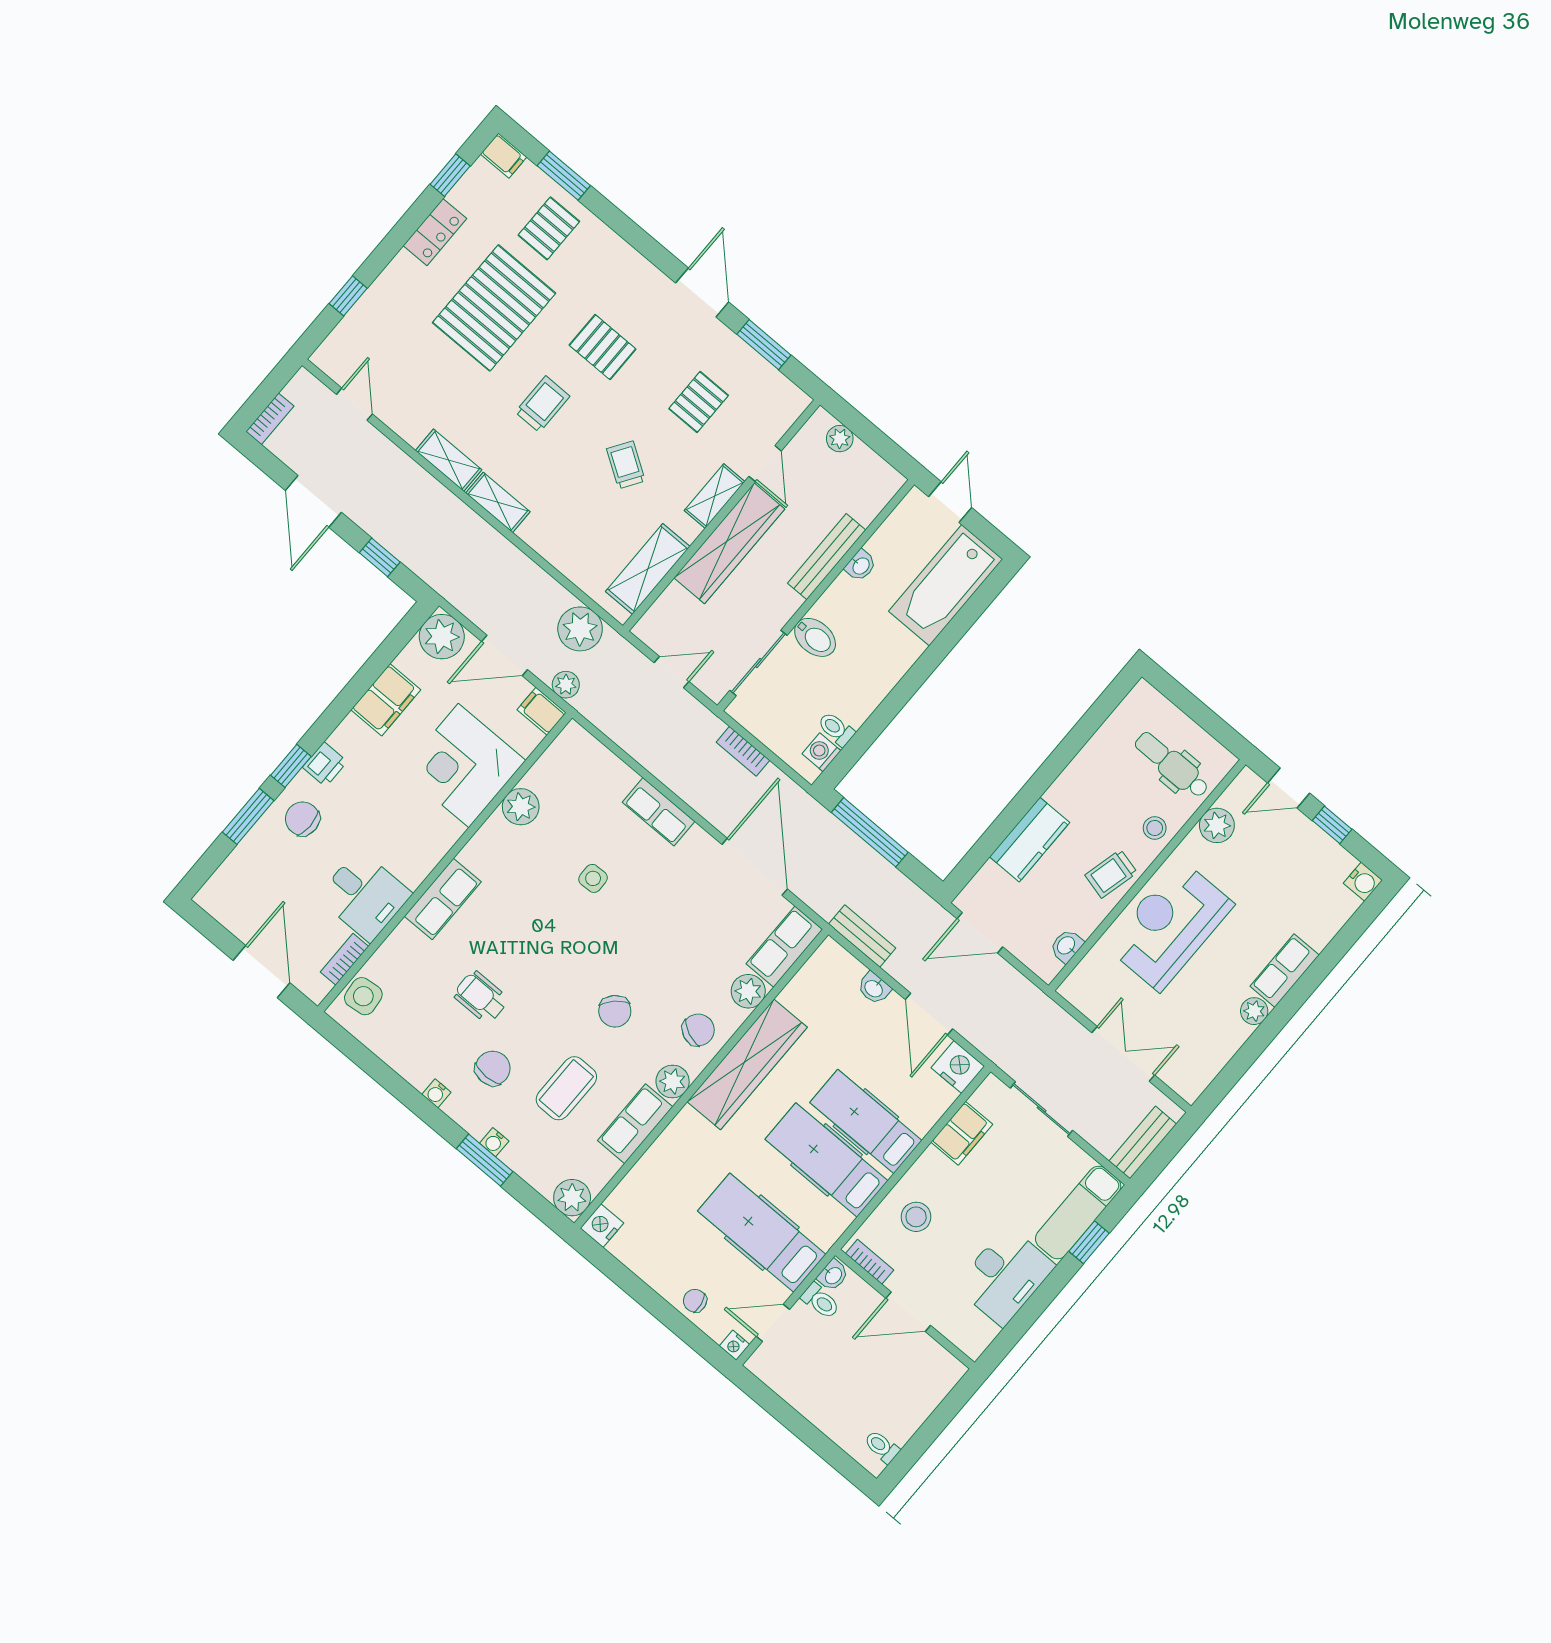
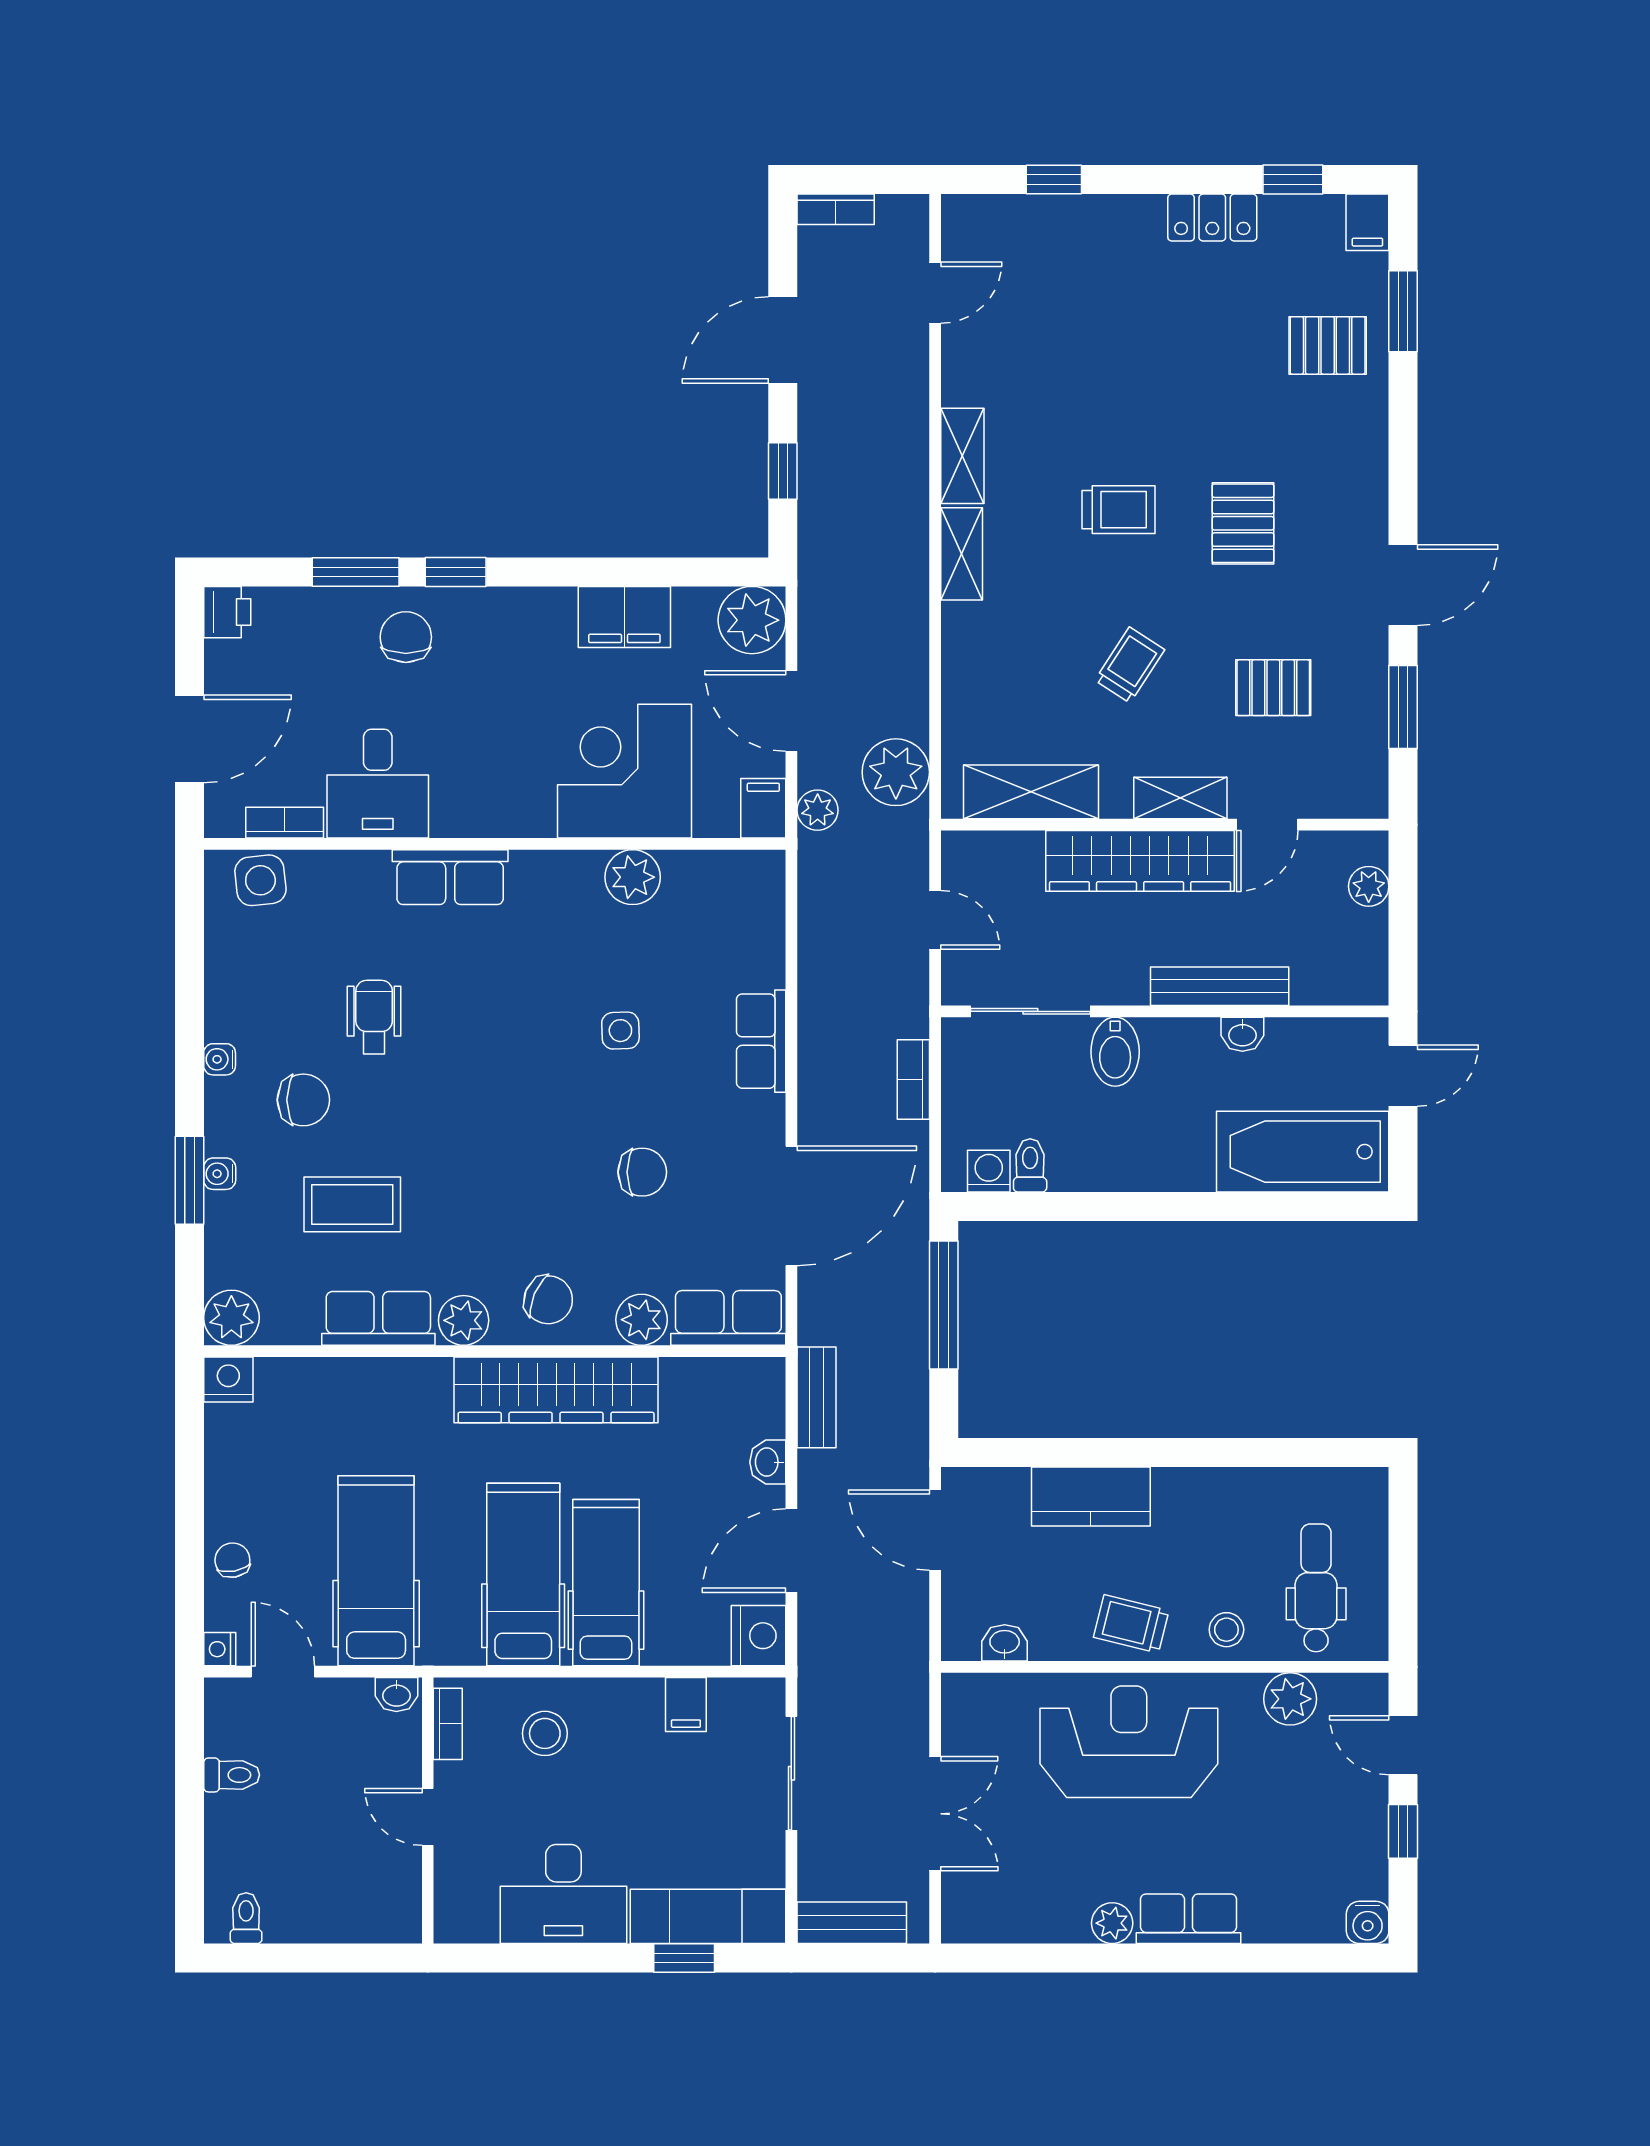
pallet: (494, 308) -> (1182, 360), removed
printer: (325, 764) -> (227, 612), moved, turned -90
chair: (615, 1011) -> (642, 1172), moved, turned -136
filing cabinet: (962, 1133) -> (686, 1705), width x0.50
toilet: (820, 1301) -> (232, 1775), moved, turned -90
door: (908, 1312) -> (428, 1817), width x0.73

